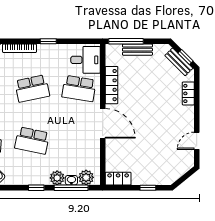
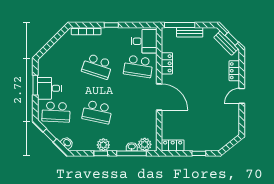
locker: (111, 85) -> (167, 63), width x0.66
school desk: (32, 89) -> (97, 66), turned 30
door: (197, 141) -> (242, 96), moved
plant: (57, 178) -> (103, 145), moved

